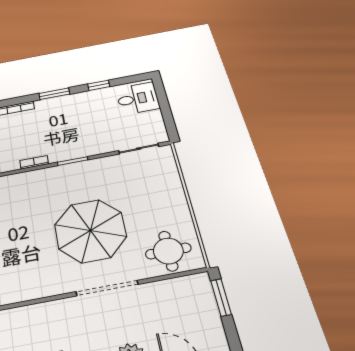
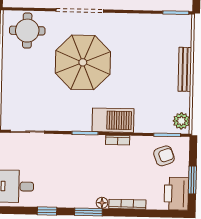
floor lamp: (41, 104) -> (102, 203), added
barbecue: (43, 180) -> (113, 120), added

